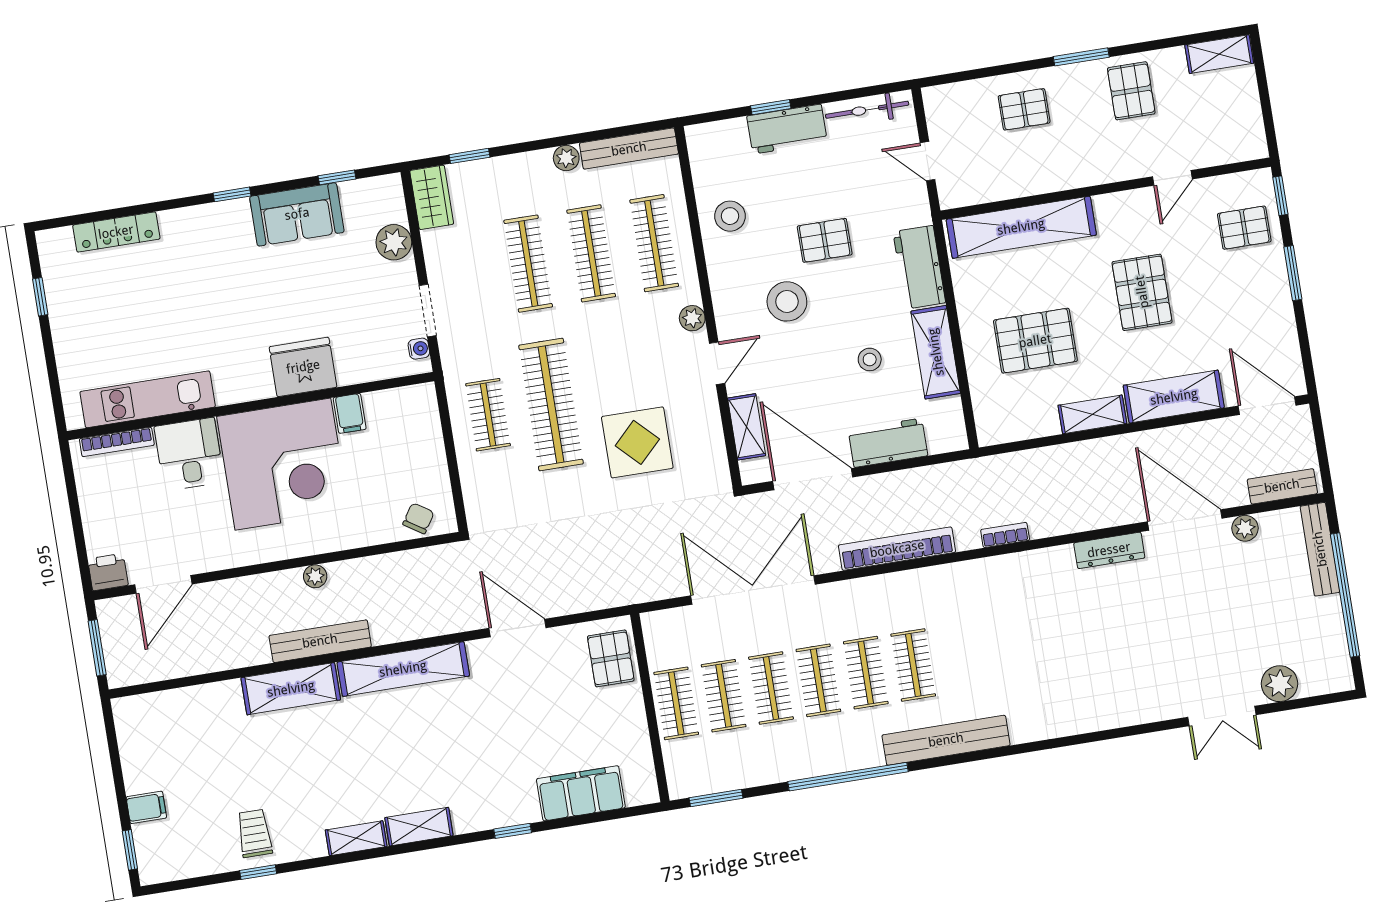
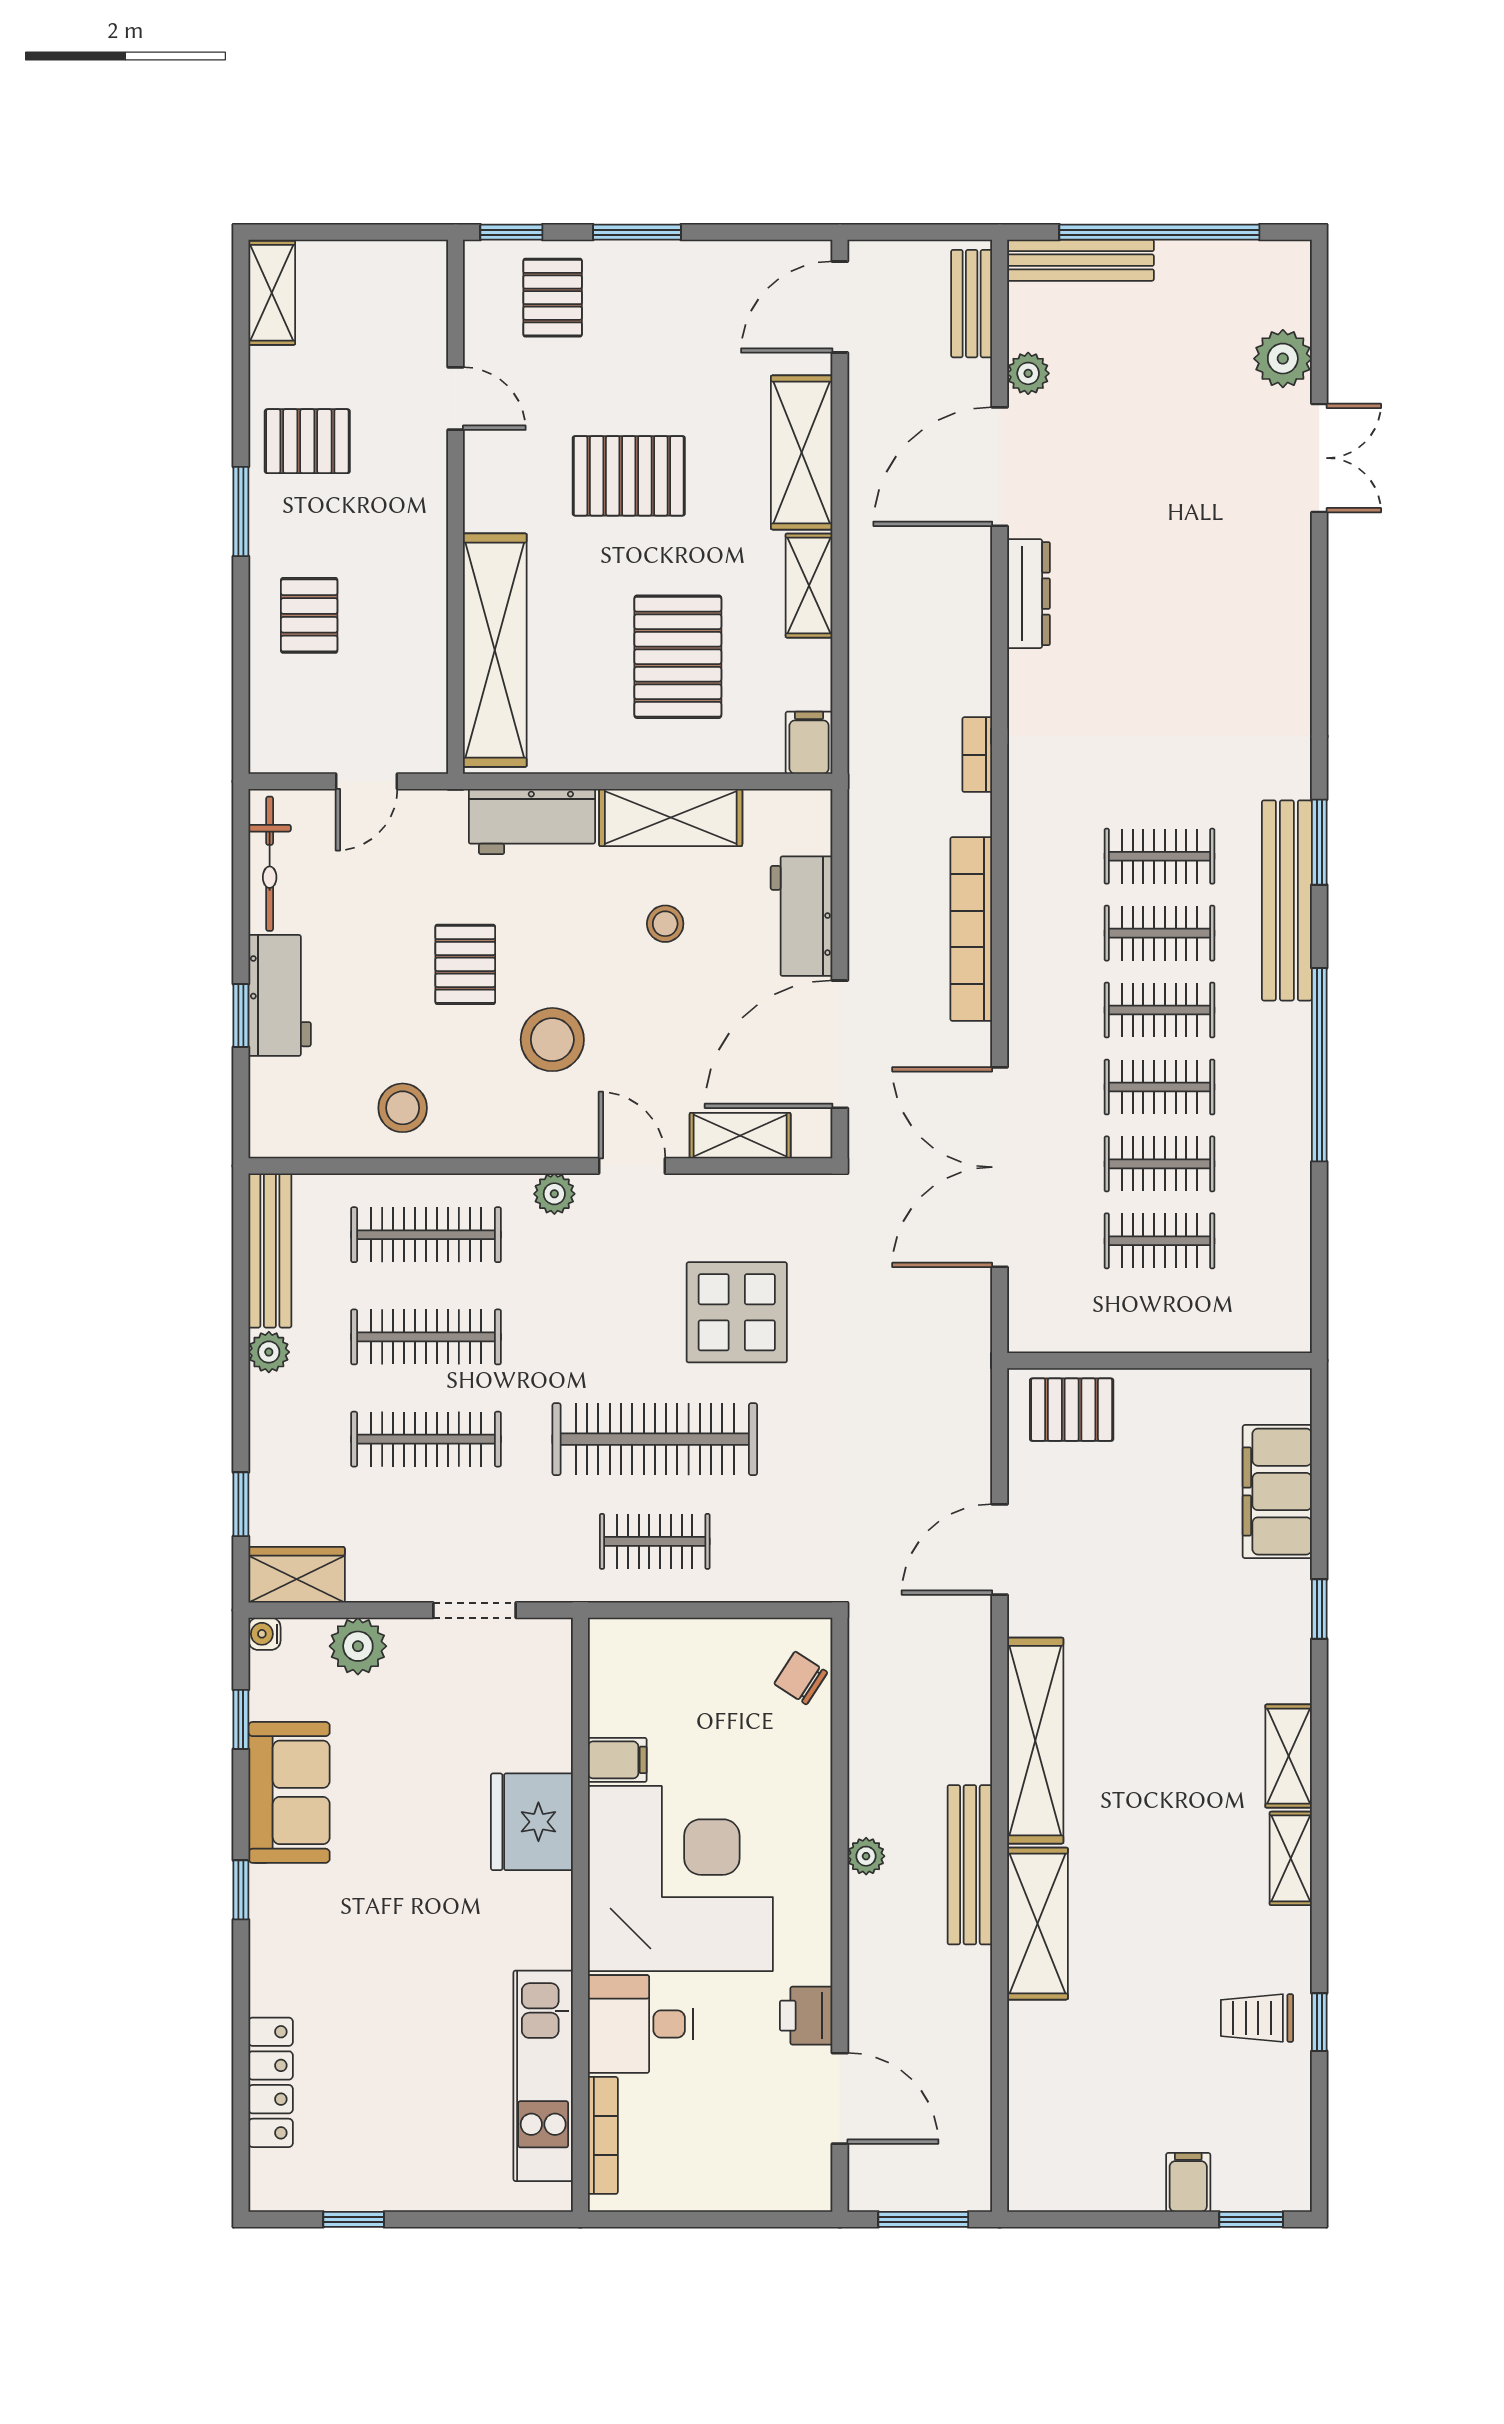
water cooler: (419, 349) -> (264, 1634), moved, turned -90
filing cabinet: (996, 430) -> (809, 743), added
printer: (108, 572) -> (806, 2016), moved
clothes rail: (676, 703) -> (1159, 856), moved
window: (716, 798) -> (1319, 842), moved

